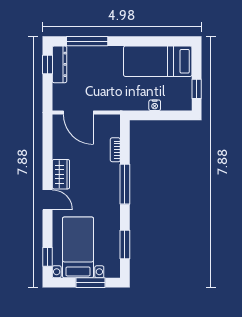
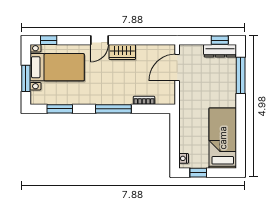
nightstand: (155, 105) -> (184, 158), moved

